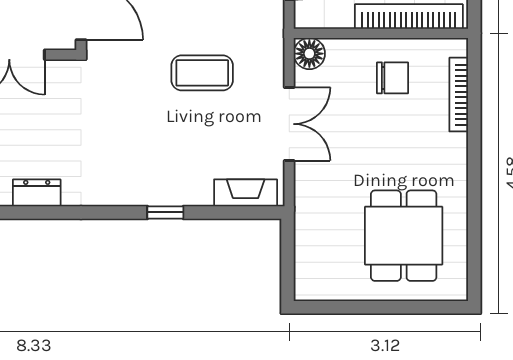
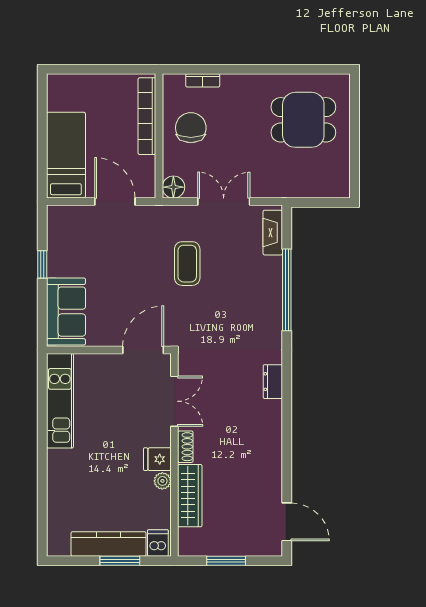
chair: (393, 78) -> (191, 128), width x1.37, depth x1.37
bookcase: (459, 95) -> (203, 80), width x0.64
window: (165, 212) -> (287, 290), width x3.17

